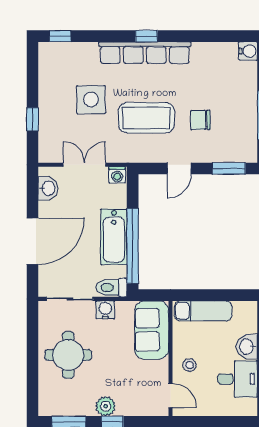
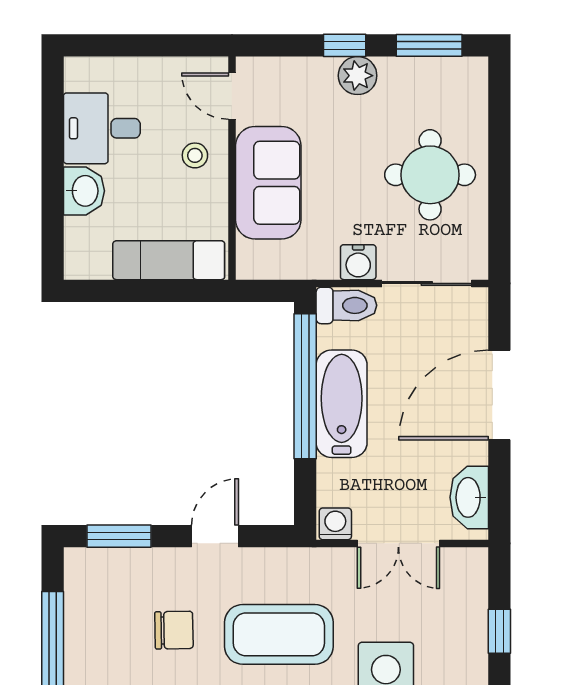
washbasin: (48, 188) -> (469, 497), width x1.38
sofa: (152, 330) -> (268, 183), moved

